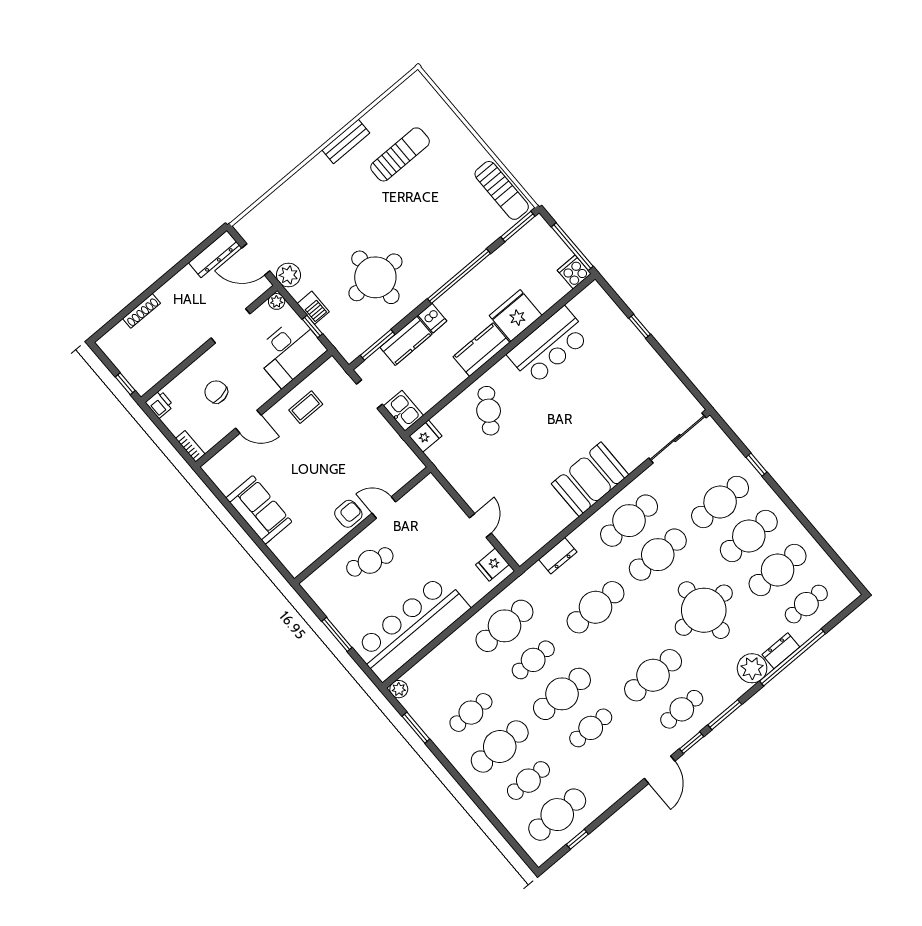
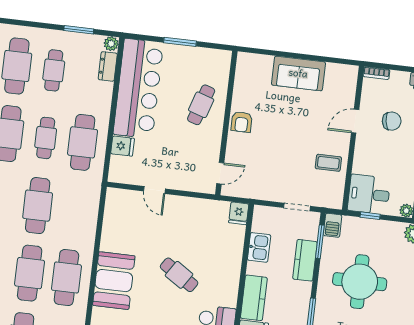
barbecue: (313, 308) -> (333, 225), moved, turned -90
dishwasher: (432, 318) -> (302, 289), removed
desk: (290, 352) -> (369, 194), width x0.73
coffee table: (306, 407) -> (328, 163), turned 90
kitchen sink: (403, 411) -> (259, 247), moved, turned -90
cafe table: (489, 411) -> (179, 275), moved
door: (384, 507) -> (220, 173), moved
dresser: (558, 556) -> (108, 66), moved
fridge: (492, 565) -> (122, 146), moved, turned 90

